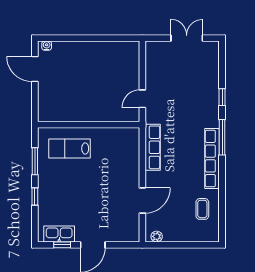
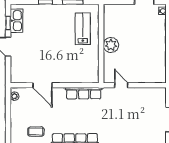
plant: (91, 112) -> (111, 45), added

